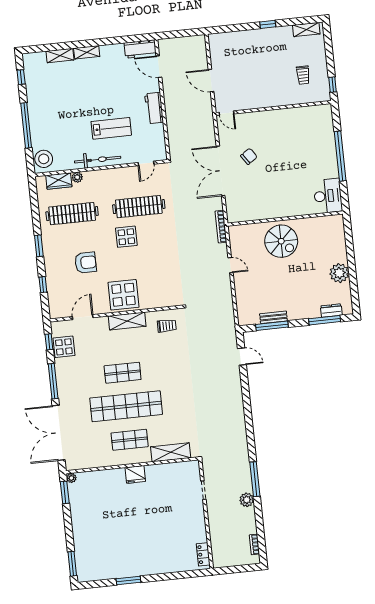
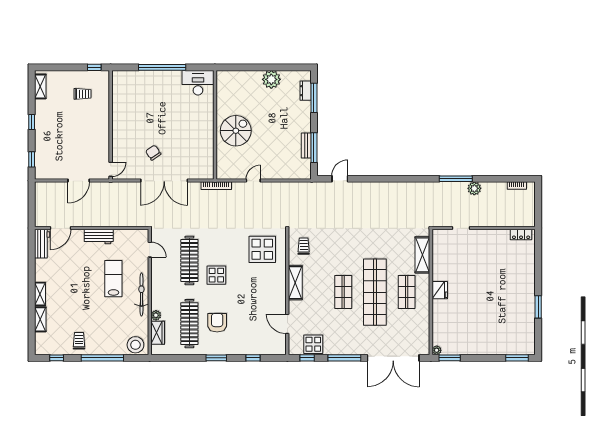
window: (228, 29) -> (32, 159), added
trolley: (42, 99) -> (79, 341), added
armchair: (86, 263) -> (217, 323), moved
display table: (123, 295) -> (262, 249), moved

